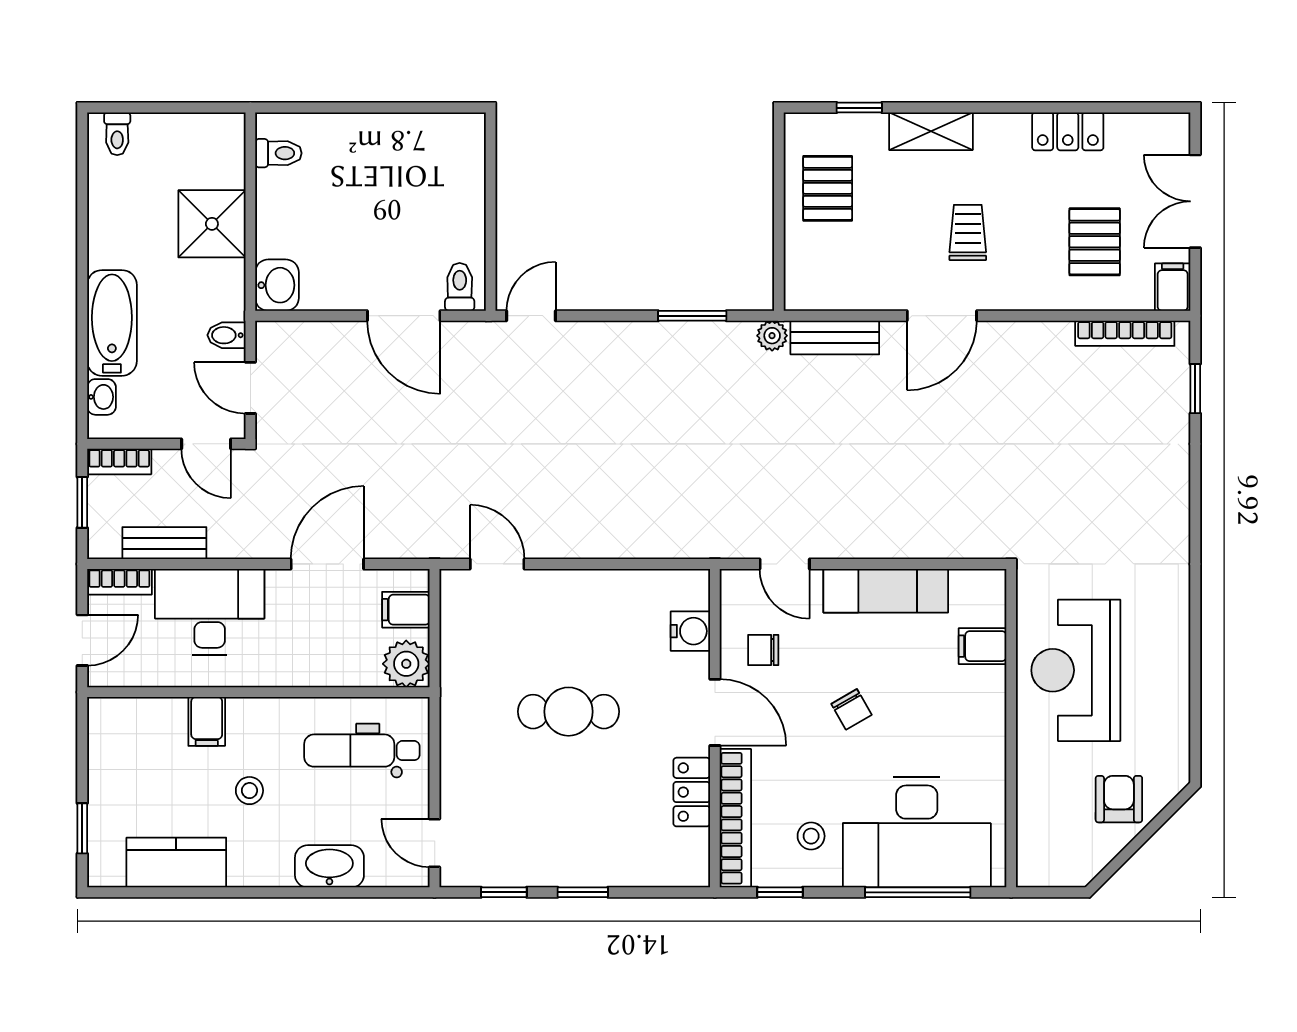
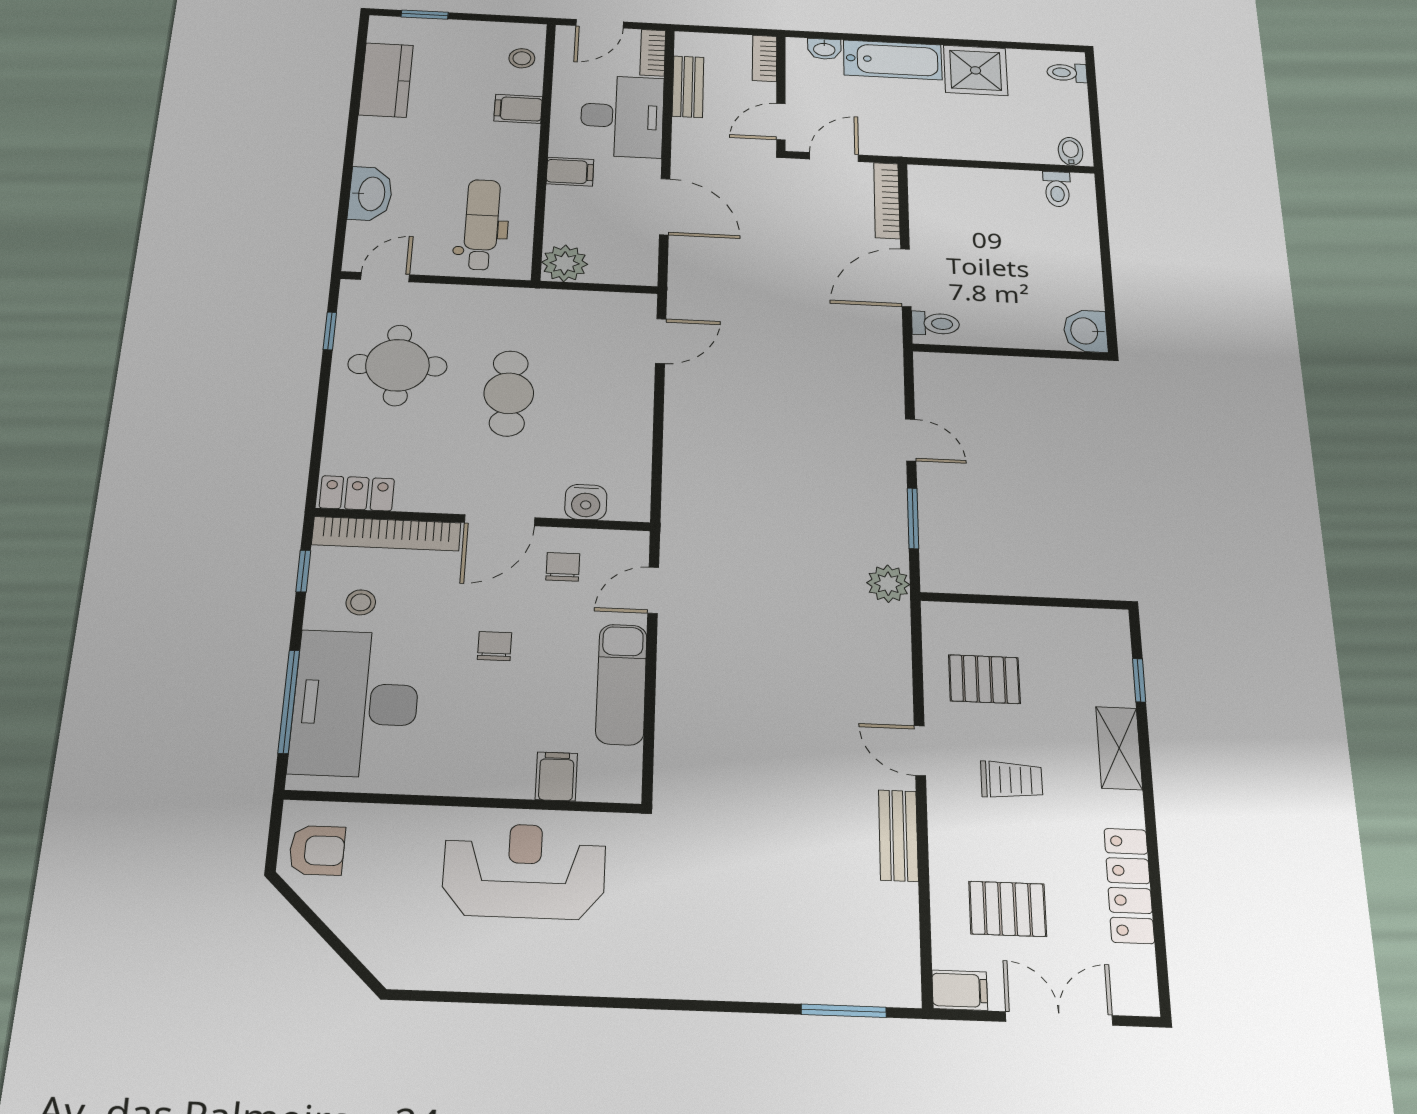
locker: (1068, 131) -> (1129, 886), width x1.53
pallet: (828, 188) -> (984, 679), moved
shower: (212, 224) -> (976, 70), moved
washbasin: (277, 285) -> (1085, 331), moved, turned 90
door: (531, 316) -> (911, 440), moved
door: (942, 316) -> (920, 751), width x0.73
bookcase: (1125, 333) -> (887, 200), moved
bidet: (227, 335) -> (1071, 151), moved
plant: (772, 336) -> (888, 584), width x1.38, depth x1.38
bench: (835, 337) -> (898, 835), moved
window: (1195, 389) -> (844, 1011), width x1.50
window: (82, 502) -> (727, 30), removed
filing cabinet: (406, 610) -> (570, 172), moved, turned 90
door: (82, 640) -> (600, 24), hinge flipped
chair: (851, 709) -> (494, 646), turned 120
stool: (249, 791) -> (522, 58), moved
locker: (692, 792) -> (357, 493), moved
armchair: (1119, 799) -> (317, 850), moved
round table: (541, 823) -> (397, 365), added
window: (583, 892) -> (323, 397), removed

